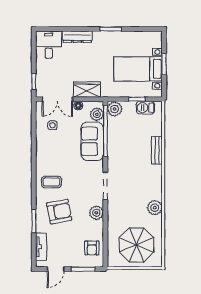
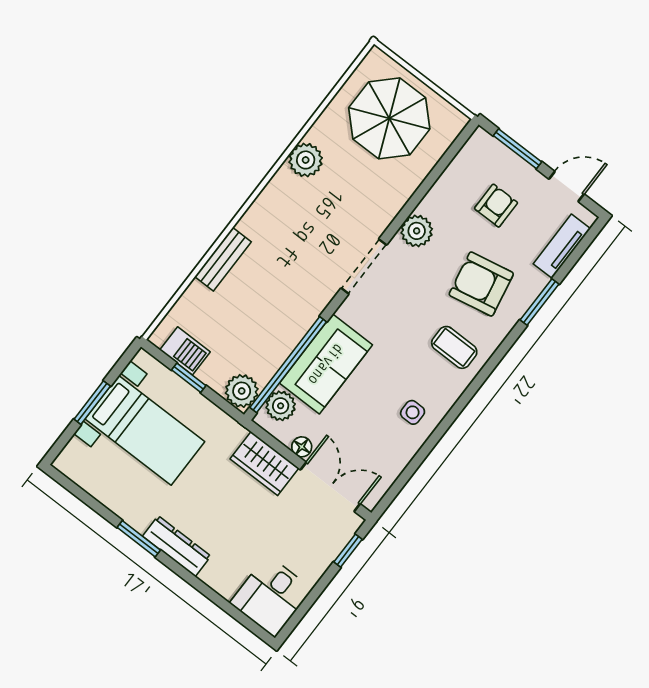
dresser: (77, 37) -> (177, 546), moved
side table: (52, 125) -> (413, 412), moved
armchair: (92, 248) -> (496, 206), moved

